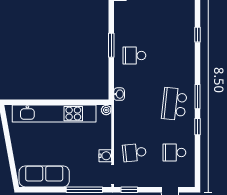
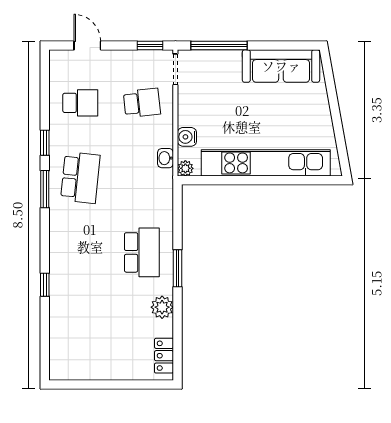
plant: (121, 20) -> (162, 307), added
school desk: (134, 55) -> (142, 252), width x1.85
washbasin: (119, 94) -> (165, 158), moved
water cooler: (105, 156) -> (187, 137), moved

